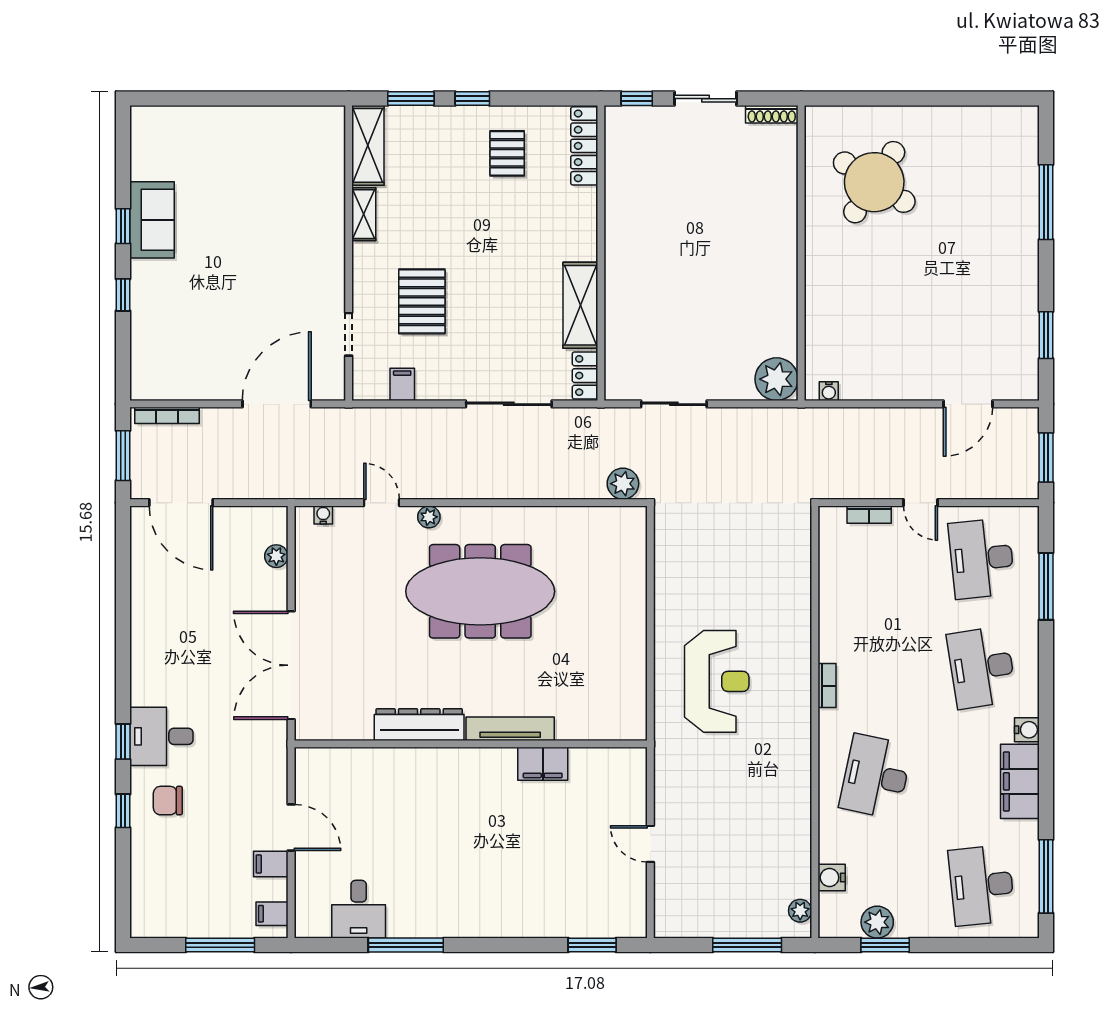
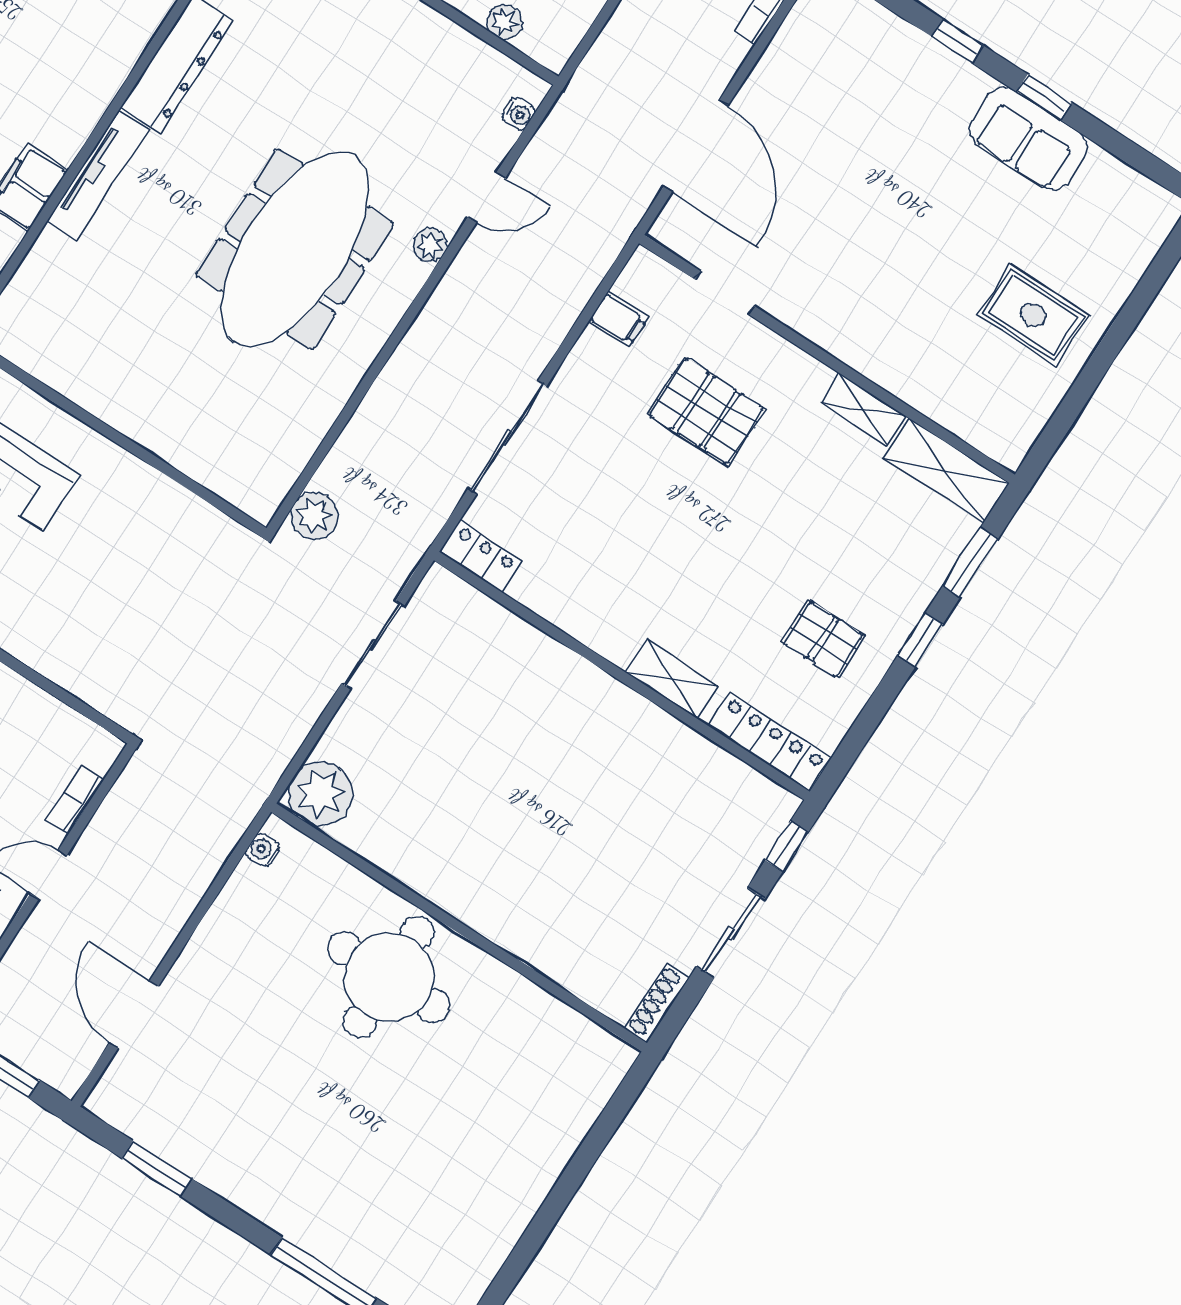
rug: (249, 153) -> (1033, 315), added
round table: (874, 182) -> (389, 977), moved, turned -33
shelving: (580, 305) -> (672, 679), moved, width x0.67, depth x0.75

